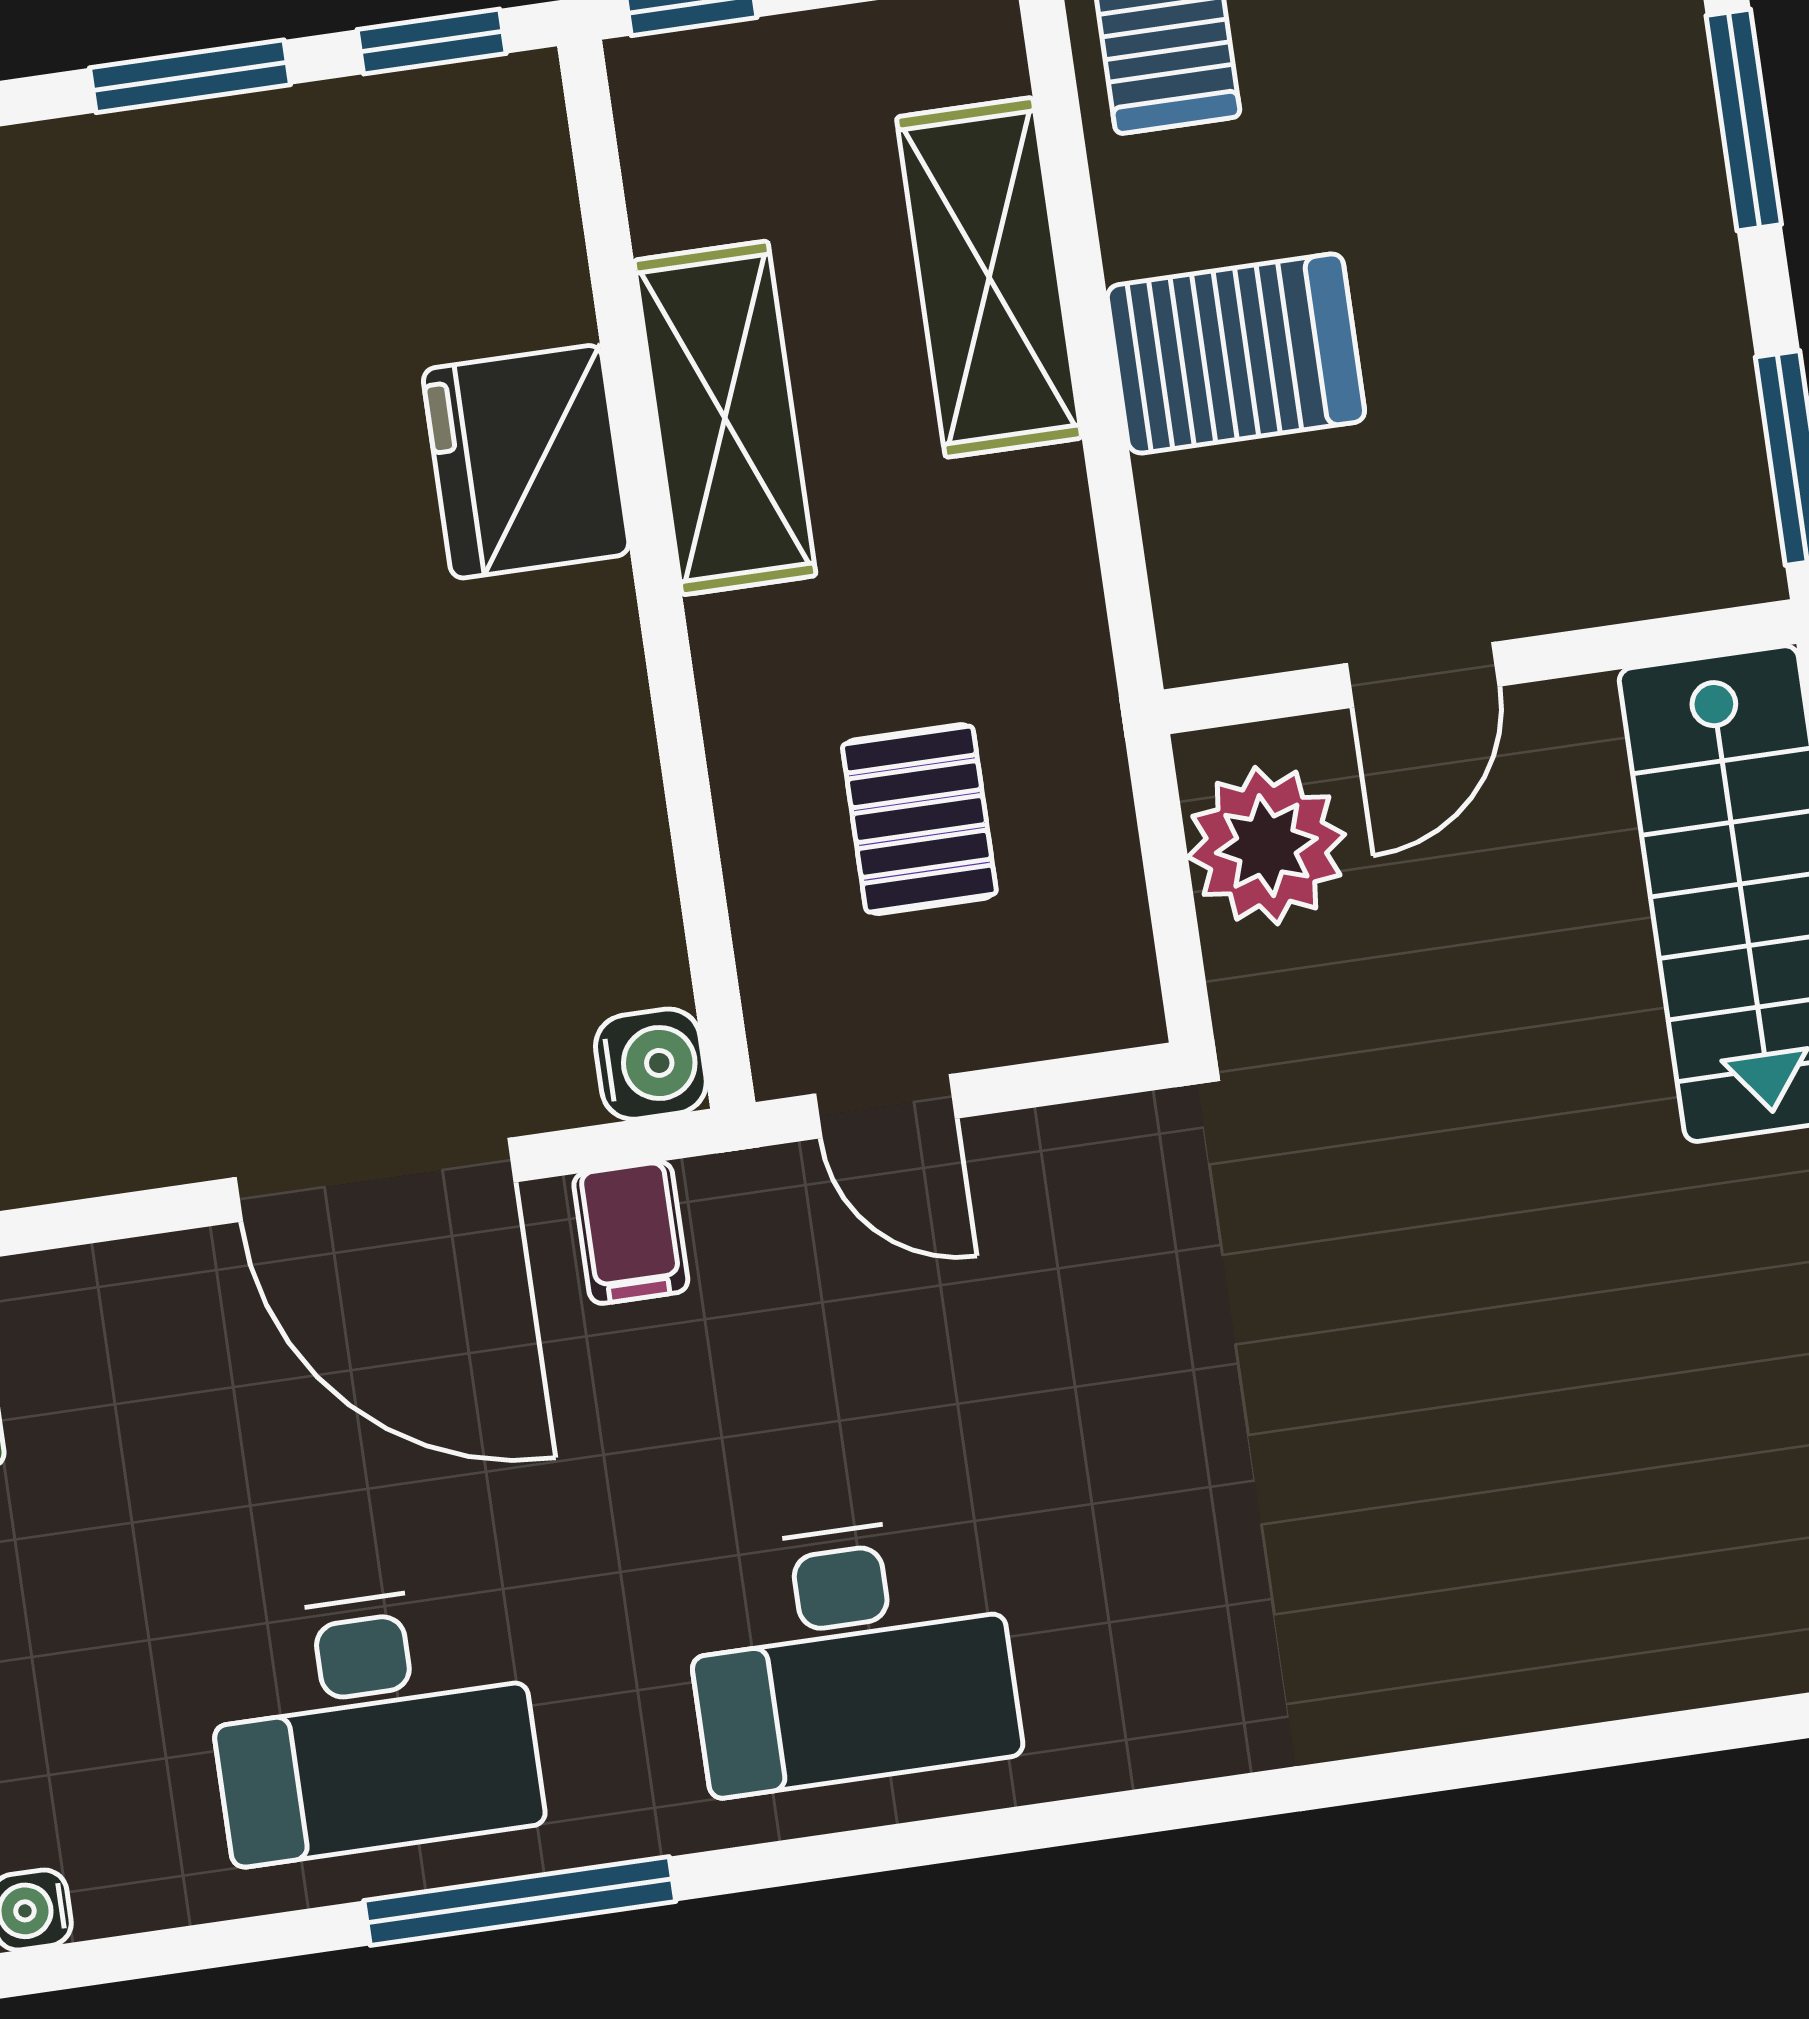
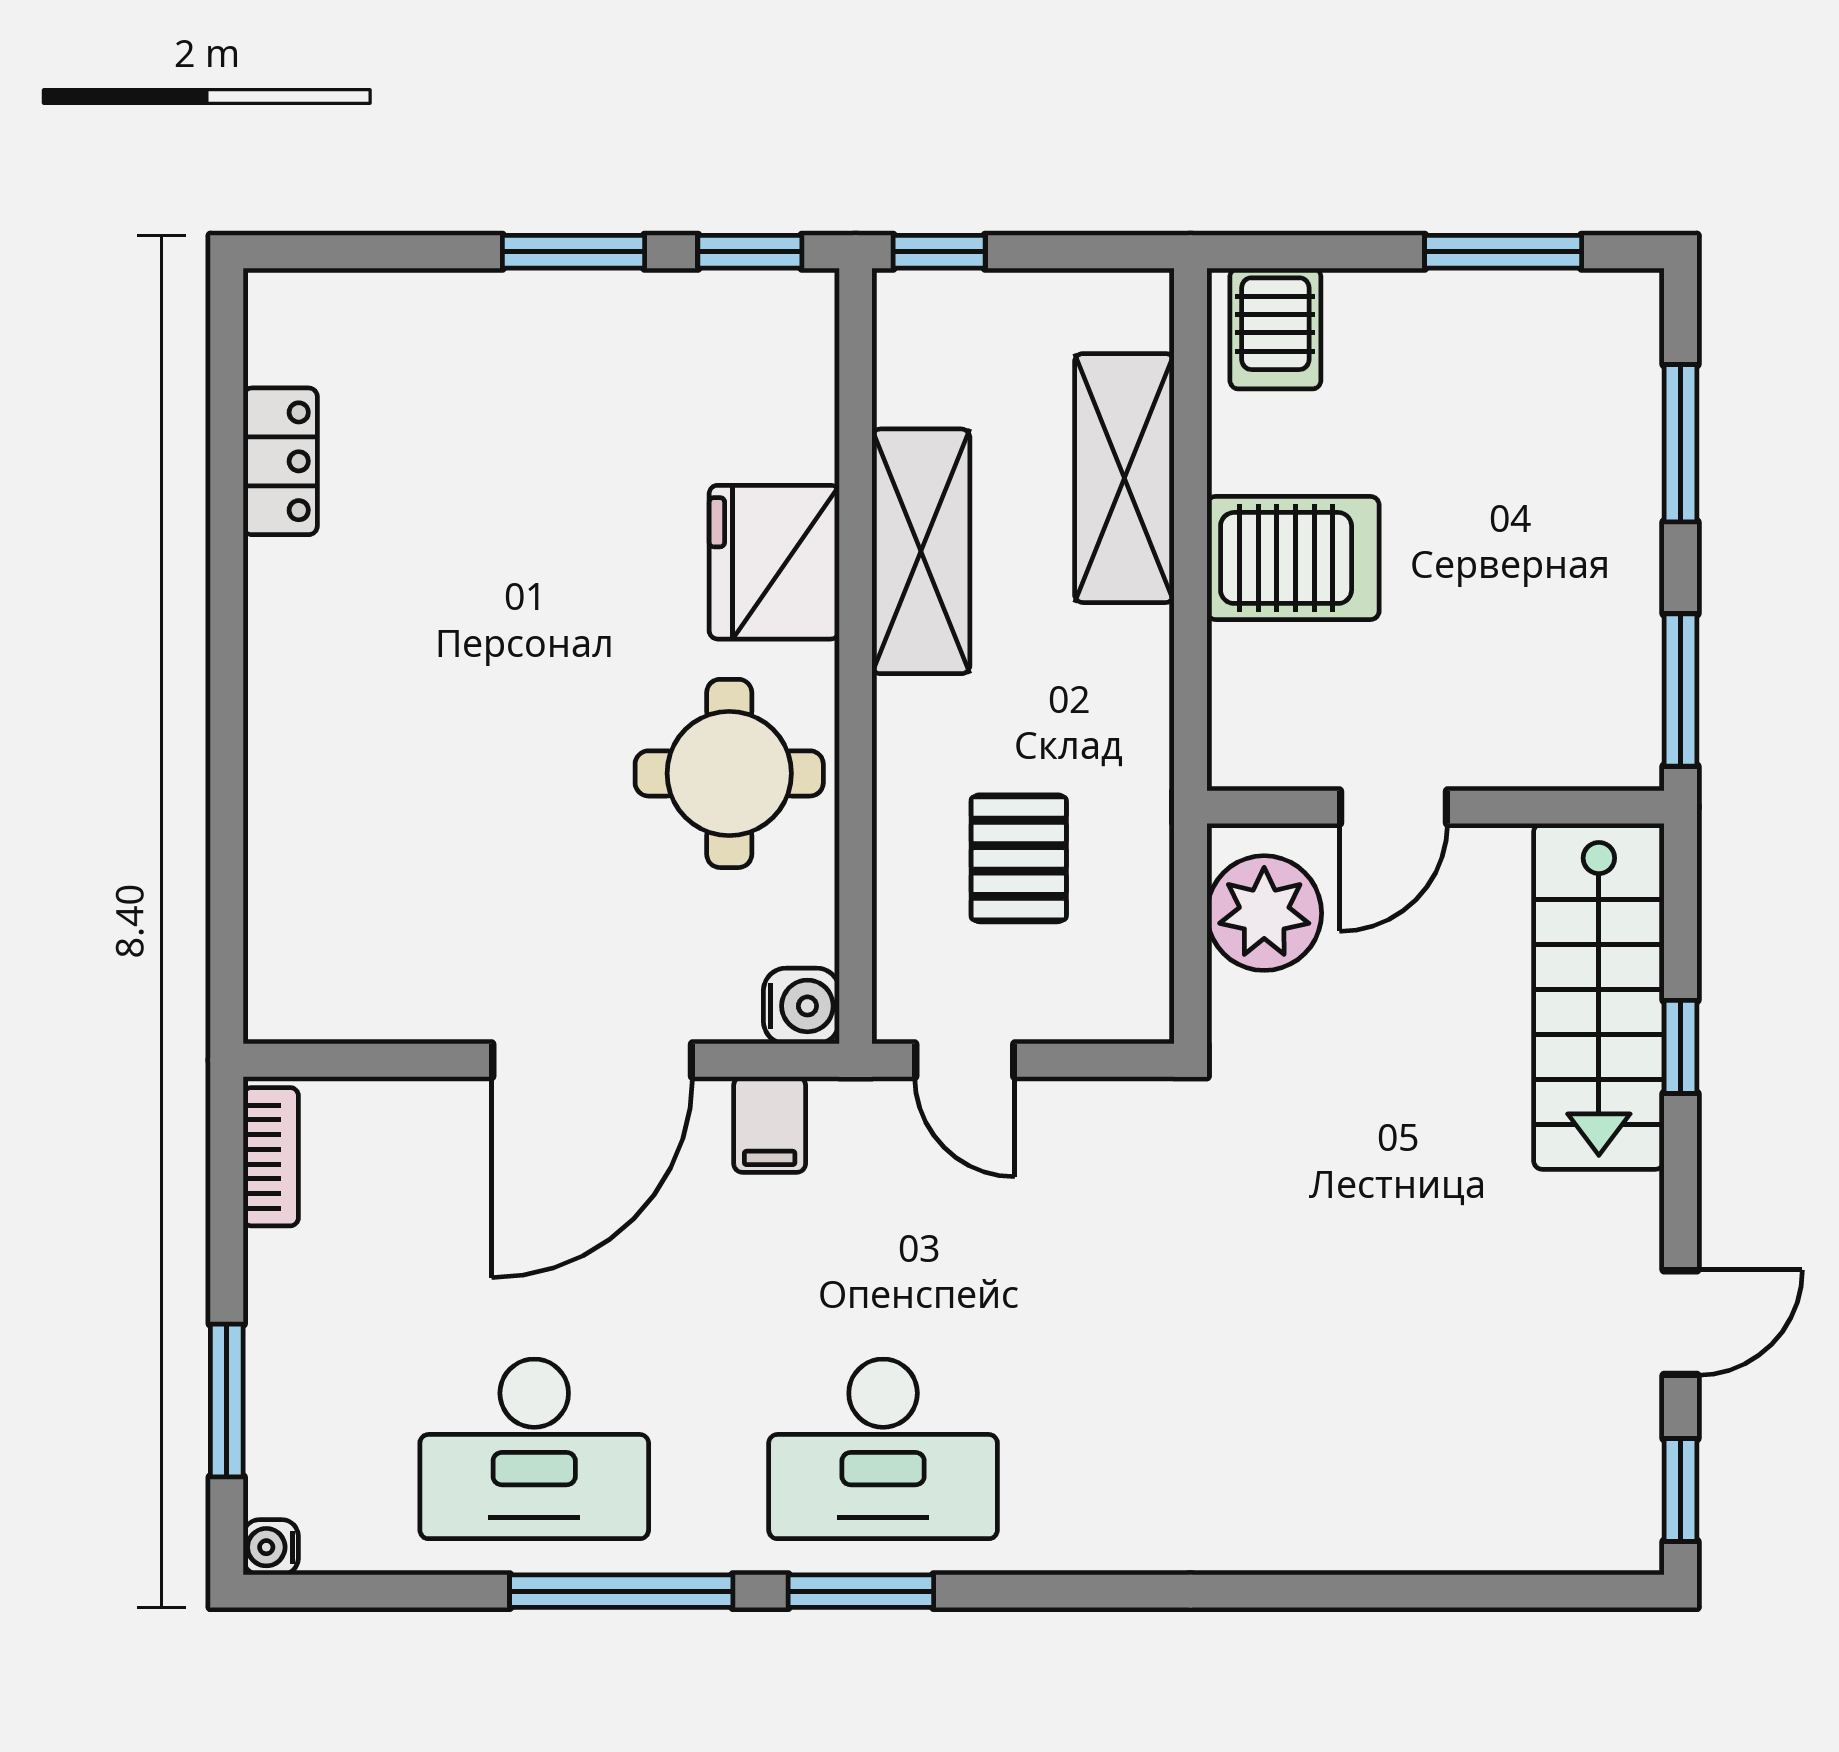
round table: (506, 760) -> (729, 773), added
door: (375, 1180) -> (592, 1060), hinge flipped
window: (848, 1854) -> (861, 1591), added

